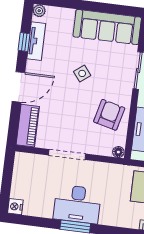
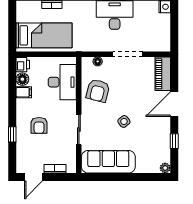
tv unit: (36, 41) -> (164, 143), removed
floor lamp: (118, 152) -> (98, 61), moved

